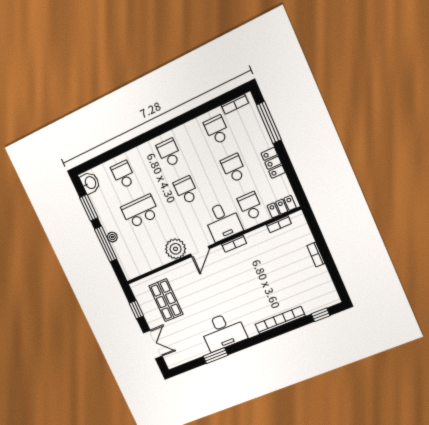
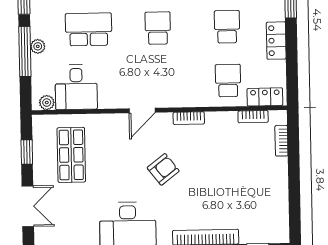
desk: (223, 221) -> (76, 87), moved
plant: (176, 249) -> (47, 103), moved, width x0.53, depth x0.53
bookcase: (316, 255) -> (281, 141), moved
armchair: (231, 286) -> (163, 169), added

